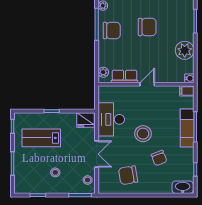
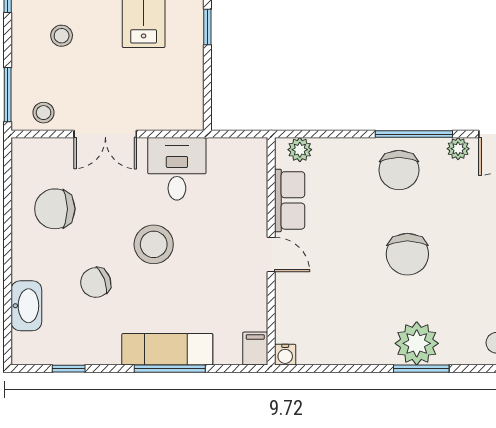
plant: (185, 50) -> (417, 343), moved
desk: (111, 119) -> (177, 169), width x0.73
fridge: (85, 120) -> (186, 107), removed
chair: (128, 175) -> (55, 209), turned -80
washbasin: (183, 187) -> (26, 306), moved

